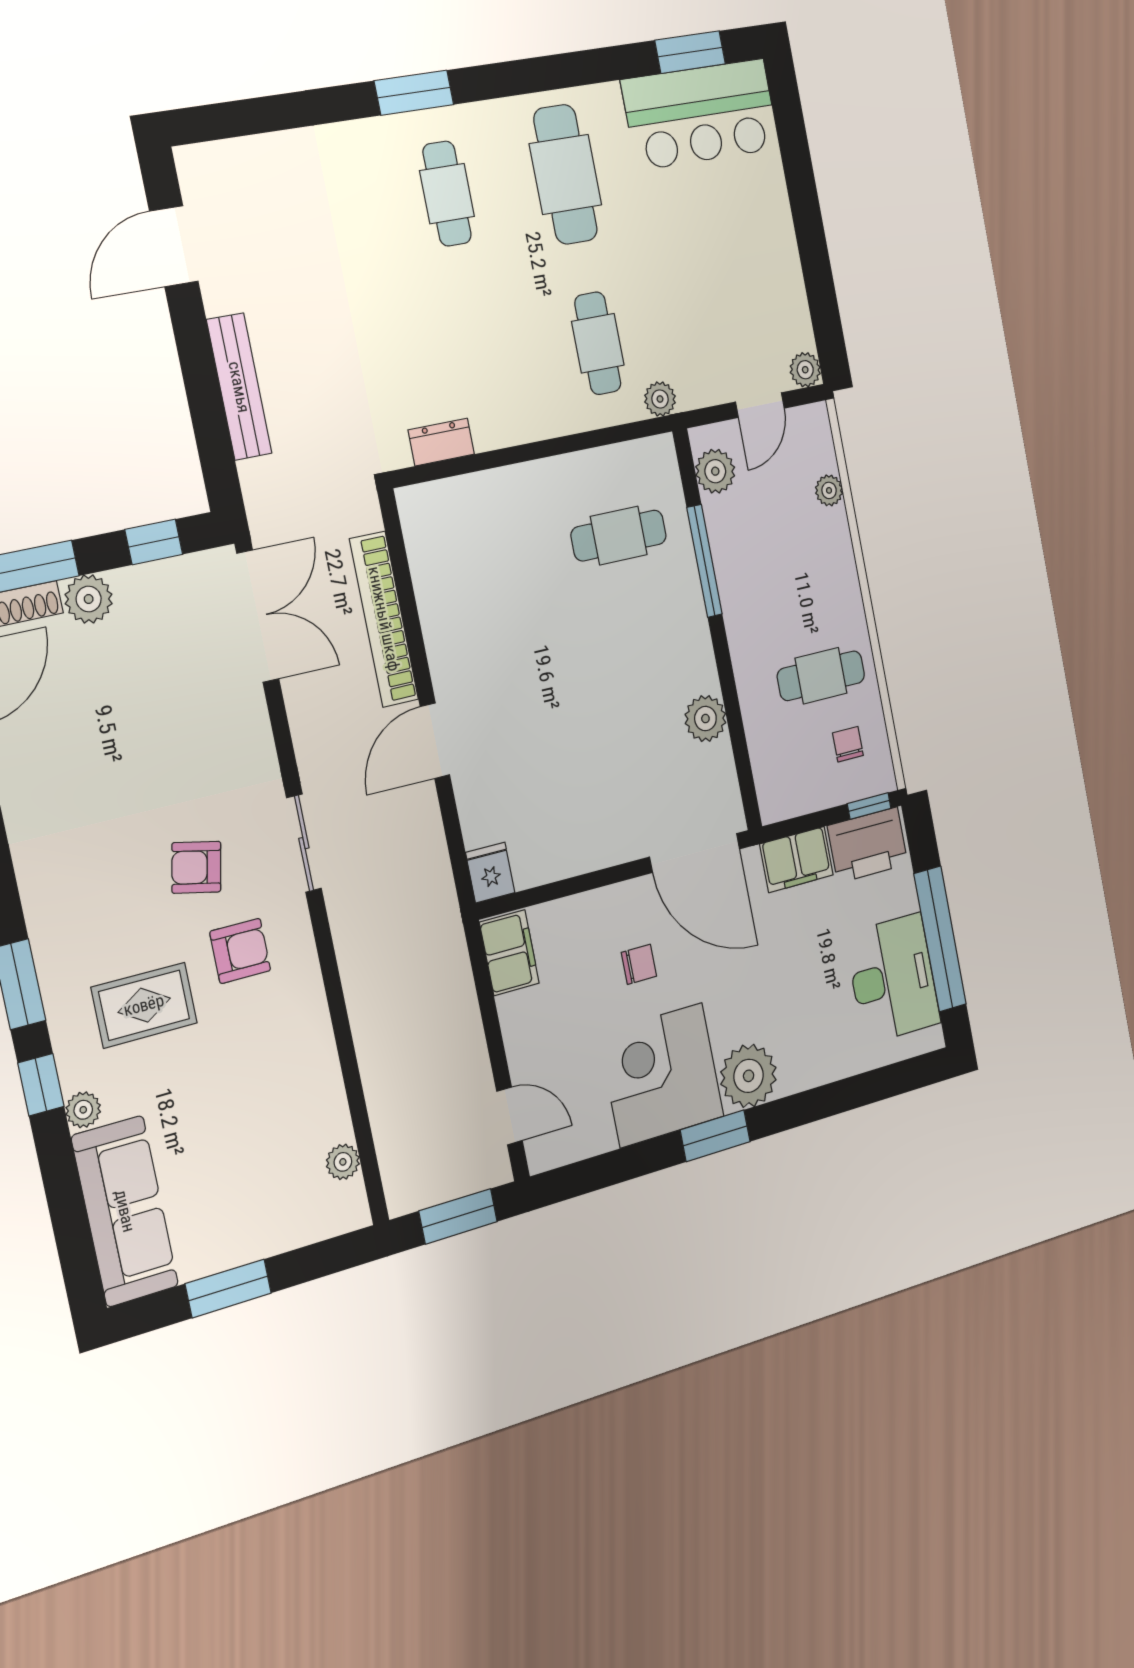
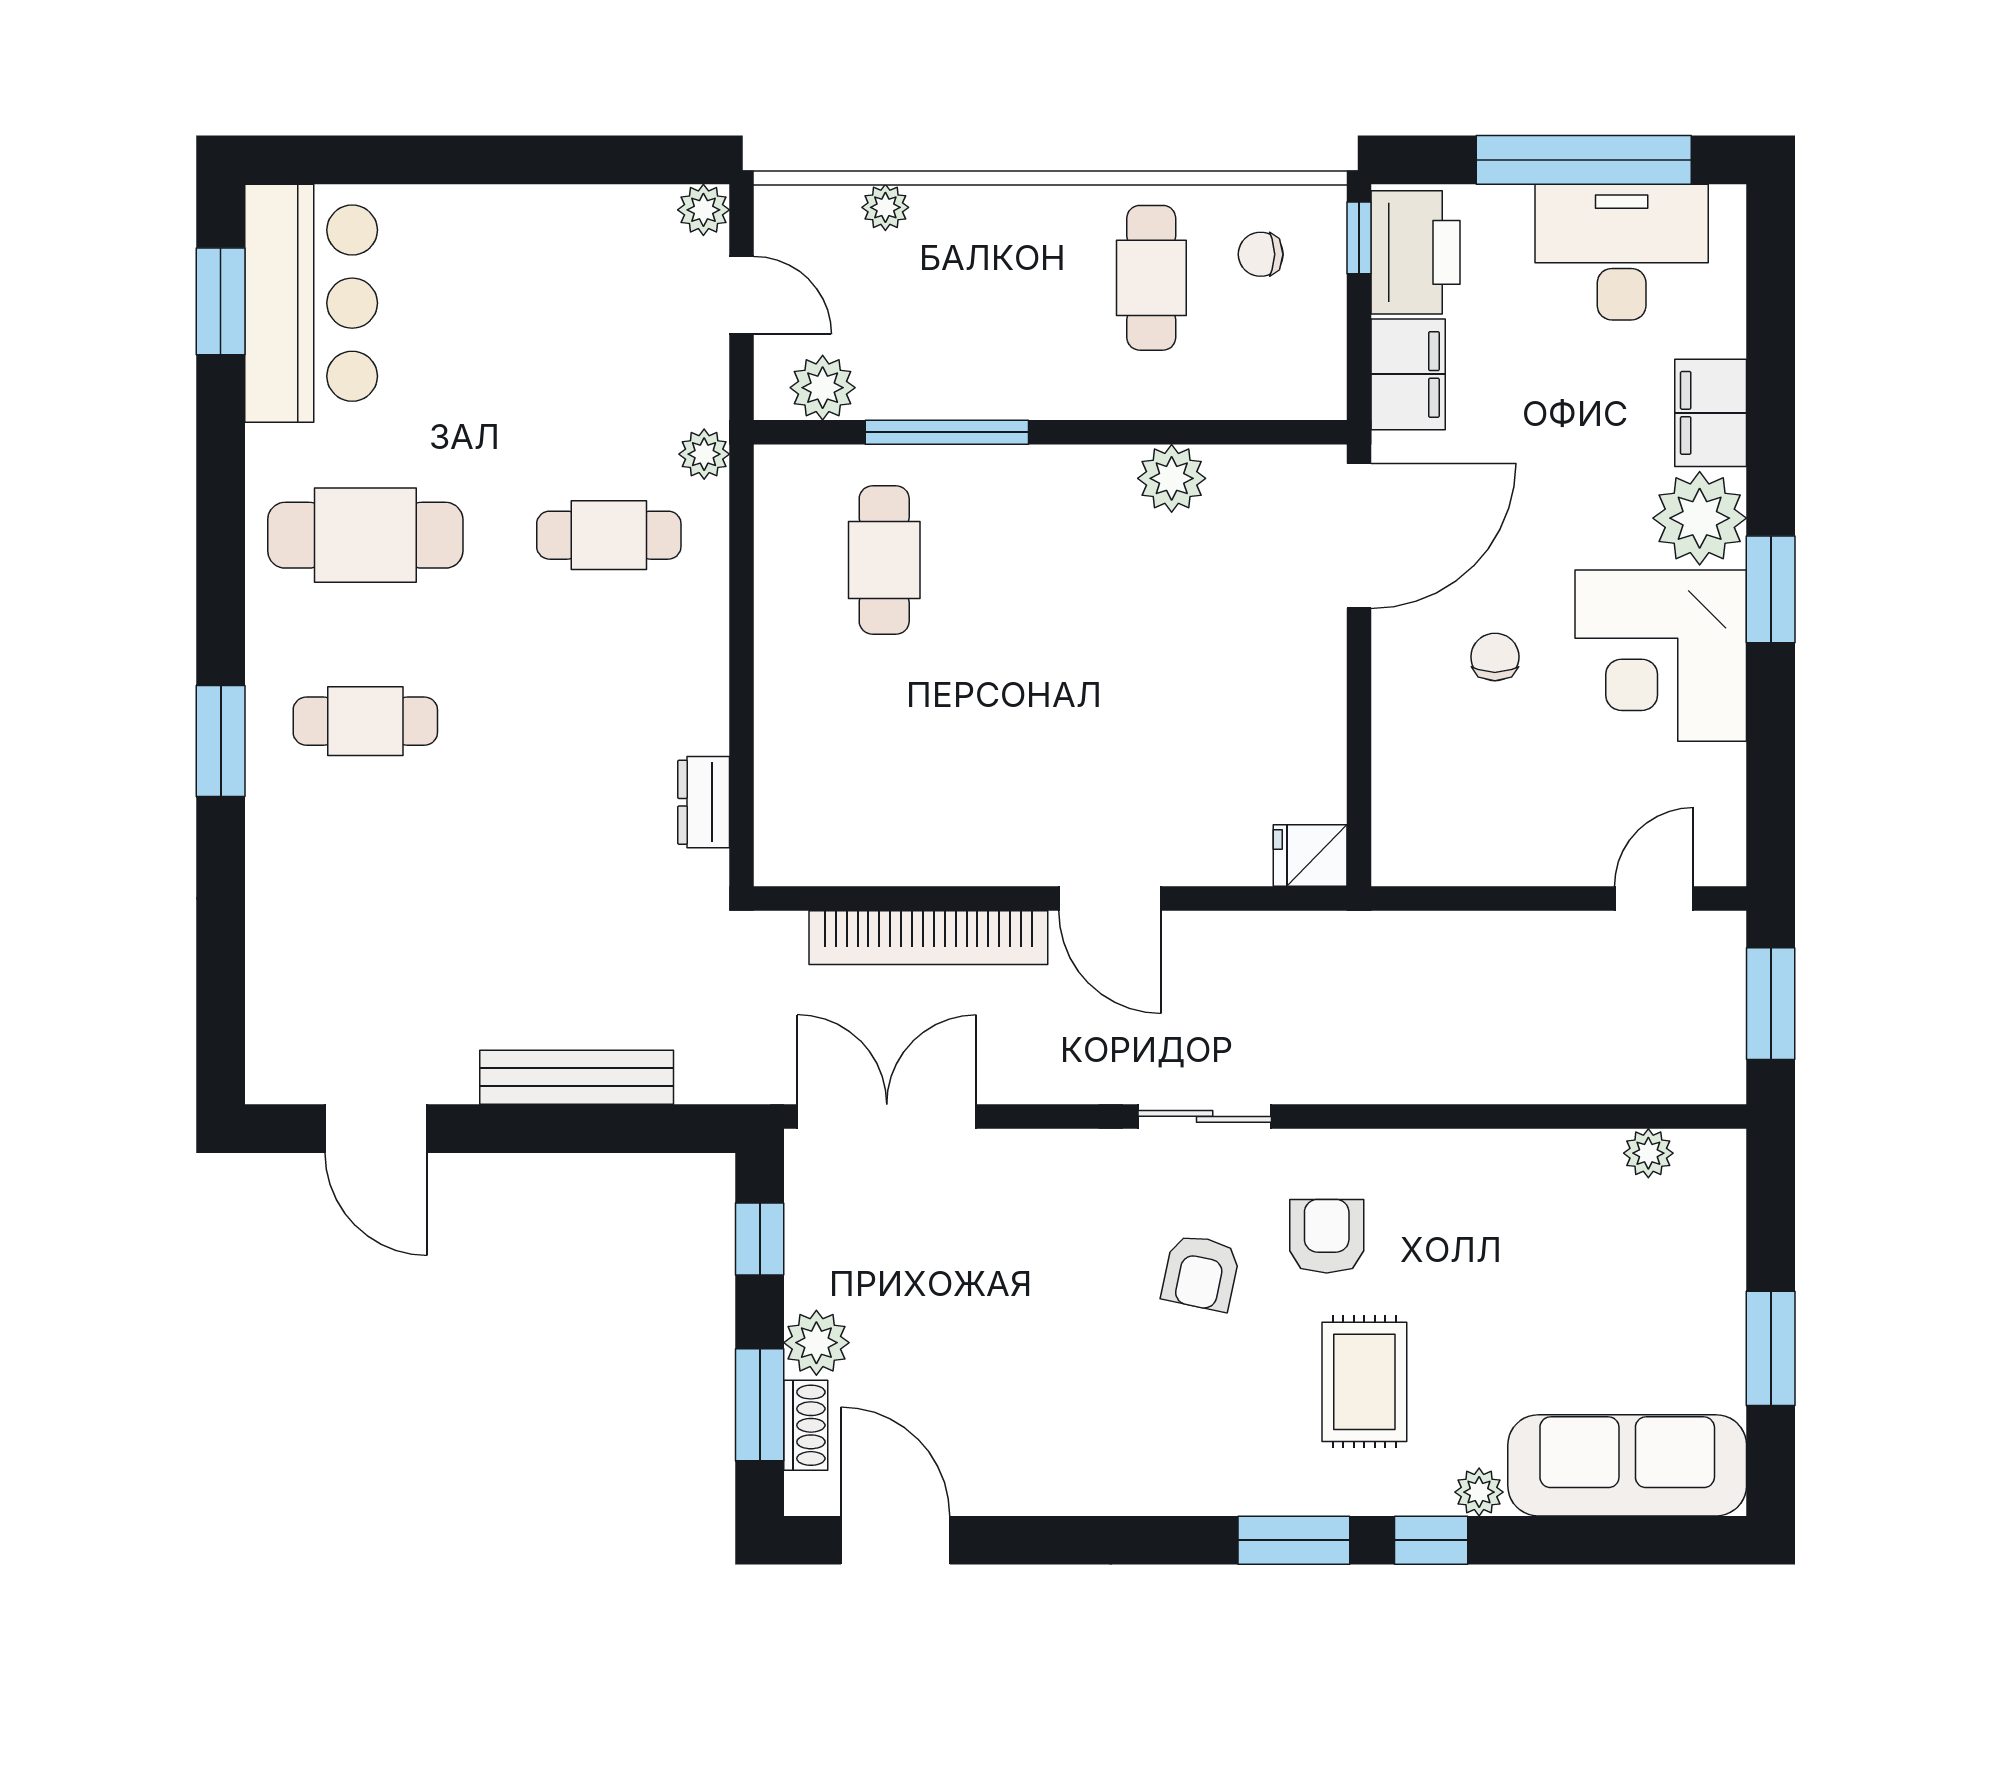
filing cabinet: (509, 953) -> (1711, 413), moved, turned -90

